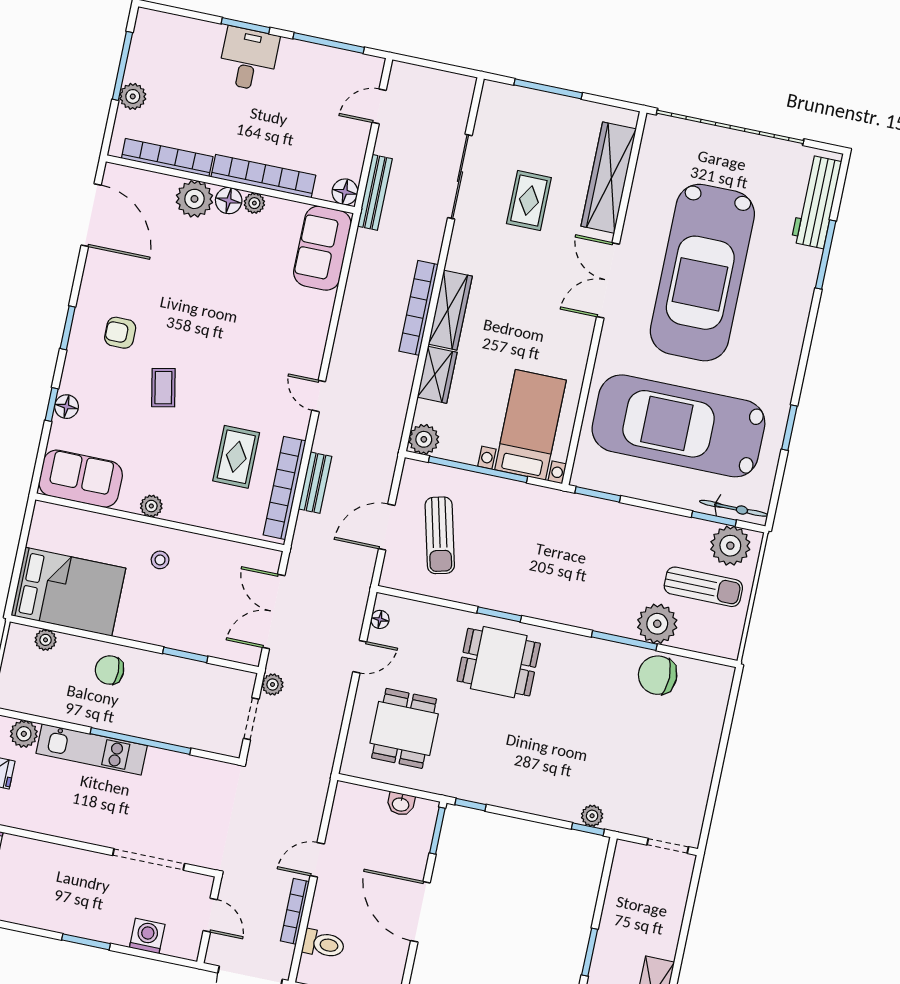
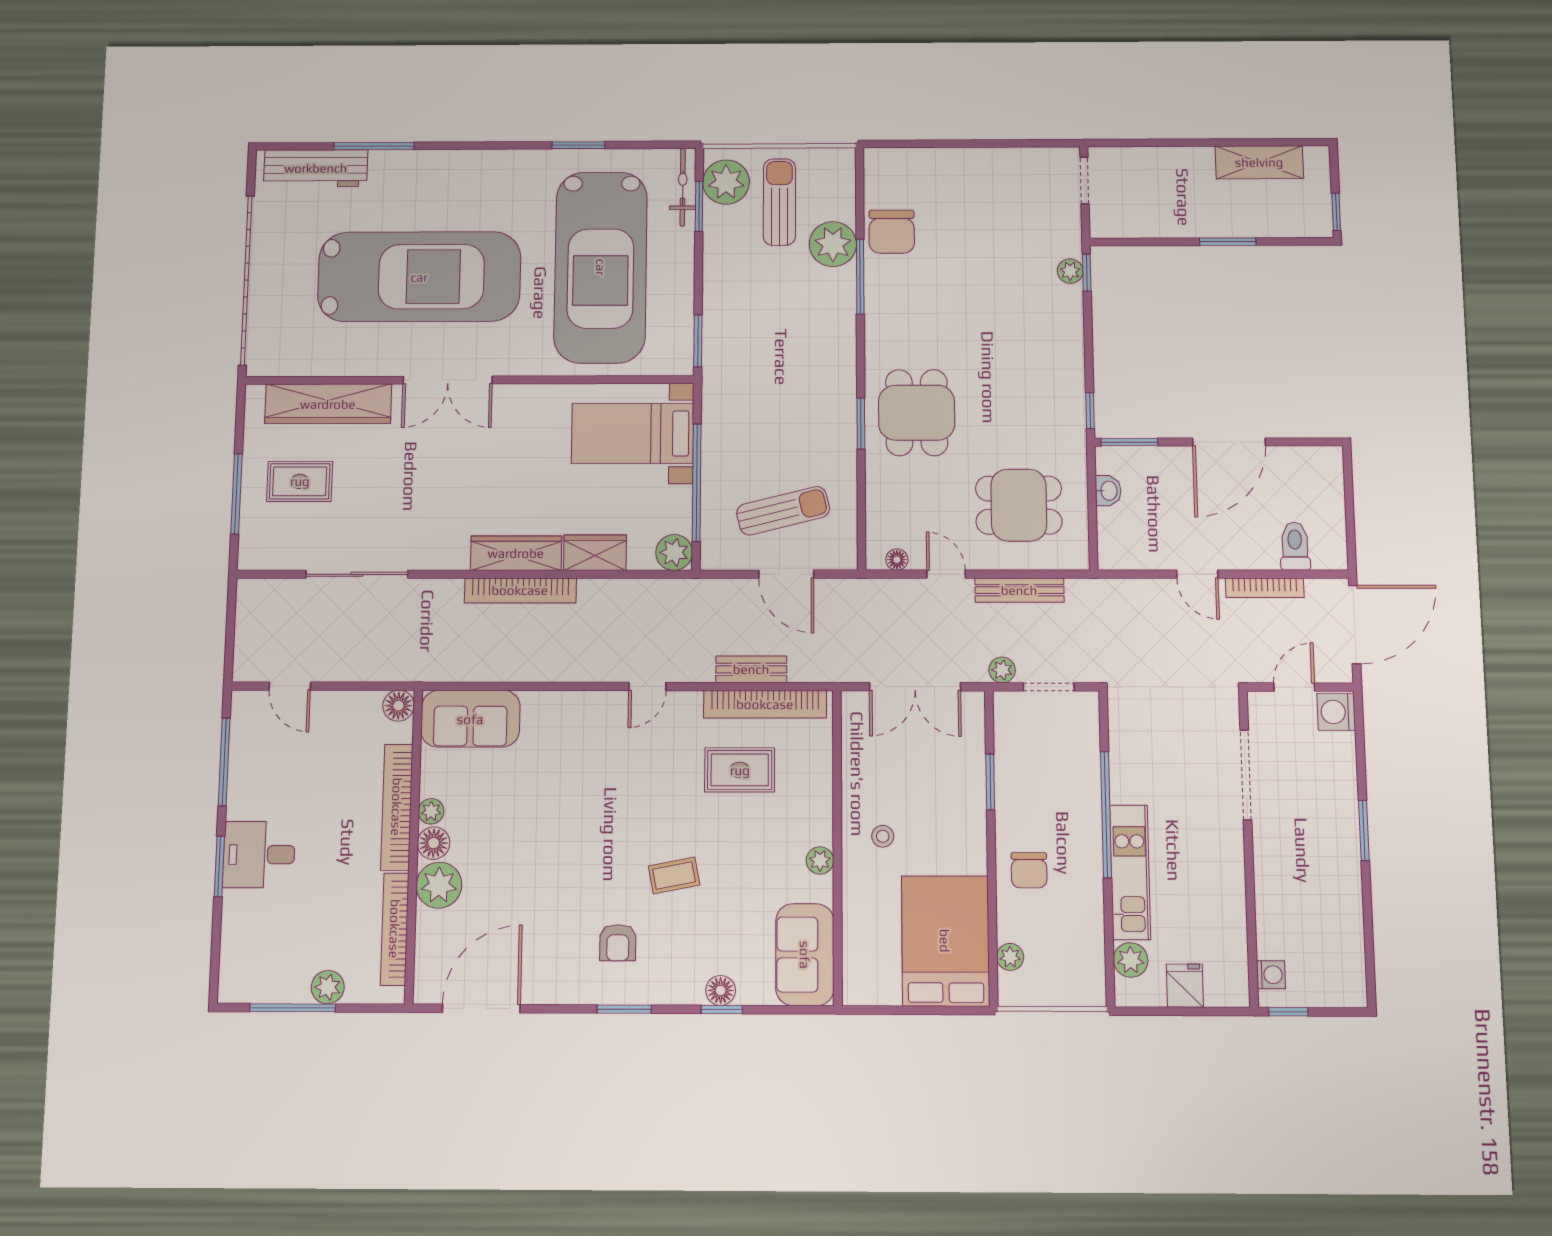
bench: (375, 192) -> (1019, 590), moved
rug: (529, 201) -> (300, 481), moved
washing machine: (147, 936) -> (1336, 712), moved

